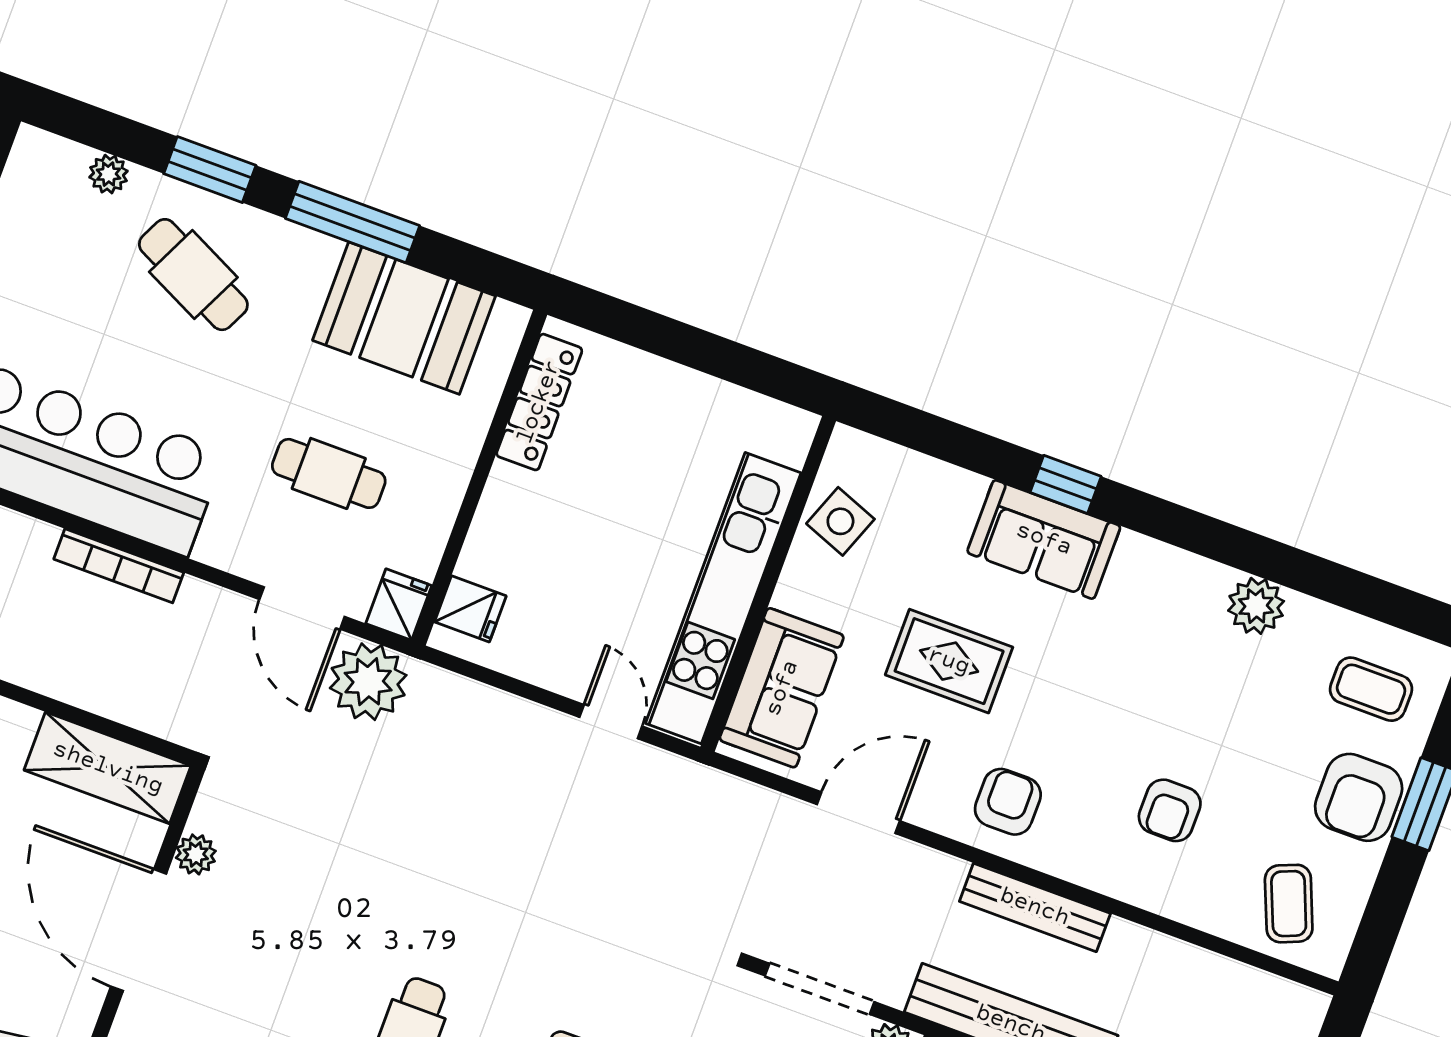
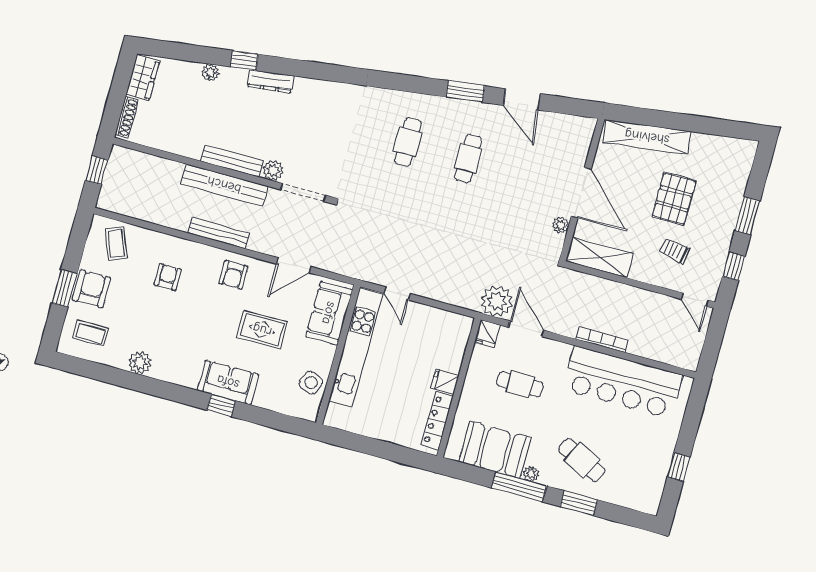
plant: (109, 174) -> (531, 474), moved
fridge: (470, 609) -> (445, 382), moved

